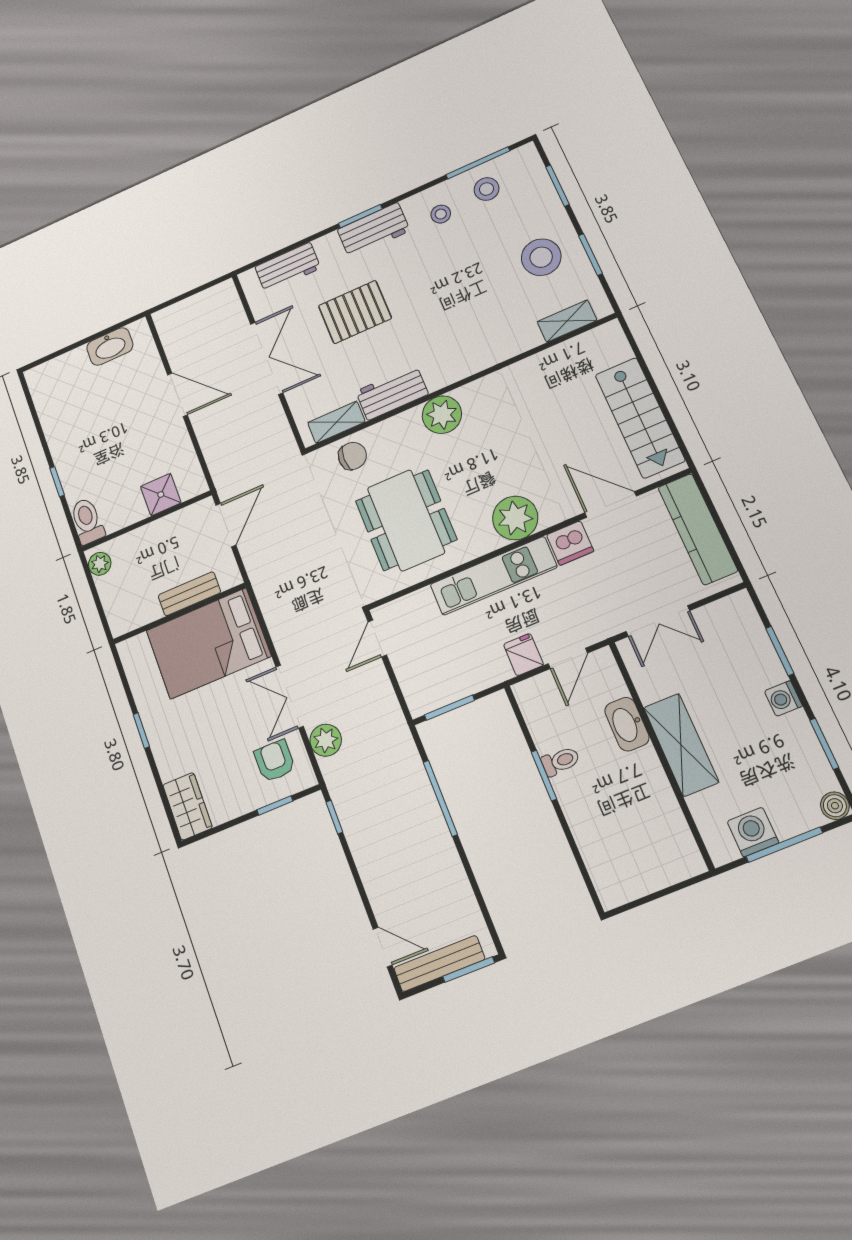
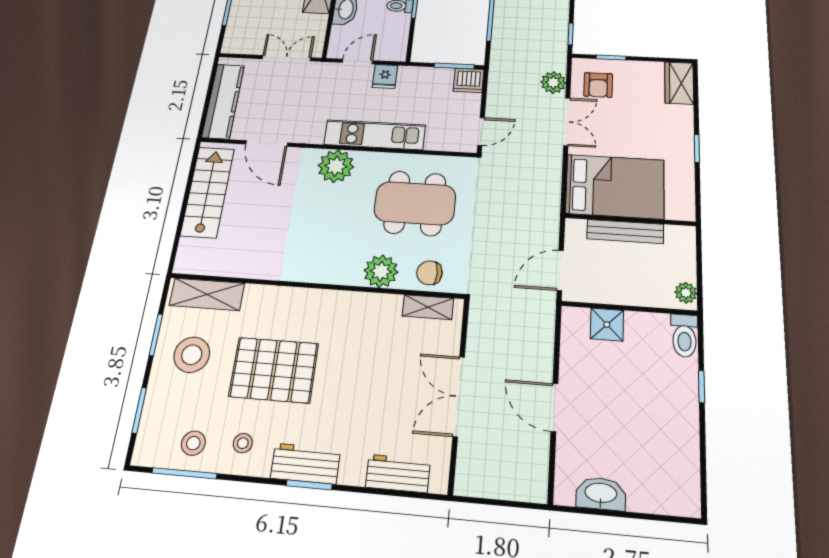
pallet: (355, 312) -> (274, 370), moved, width x1.37, depth x1.41
shelving: (567, 321) -> (207, 294), width x1.50, depth x1.33
workbench: (392, 393) -> (371, 307), removed
plant: (442, 415) -> (381, 271), moved
dining table: (406, 520) -> (415, 203), turned 90
dishwasher: (570, 543) -> (469, 80), moved, turned 180
bench: (189, 594) -> (625, 232), width x1.36

